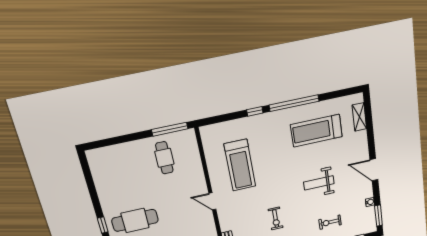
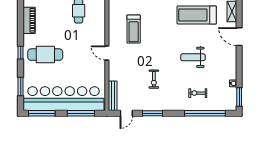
treadmill: (240, 165) -> (134, 29), width x0.73, depth x0.73
door: (374, 170) -> (239, 37), moved
piano: (102, 184) -> (29, 20), added

